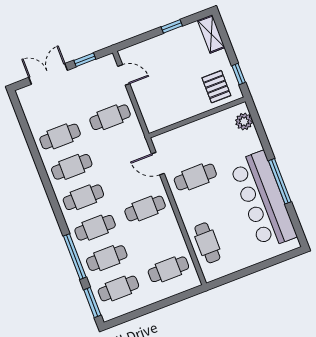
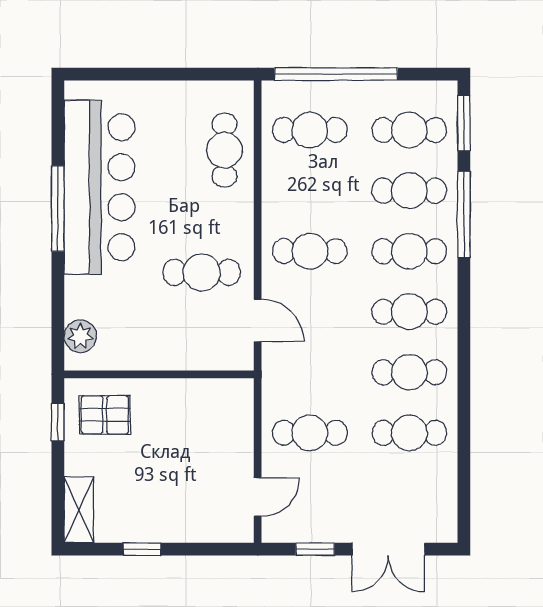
door: (124, 75) -> (258, 497), swing flipped
pallet: (216, 87) -> (105, 415), turned 90
window: (166, 302) -> (336, 74), added

